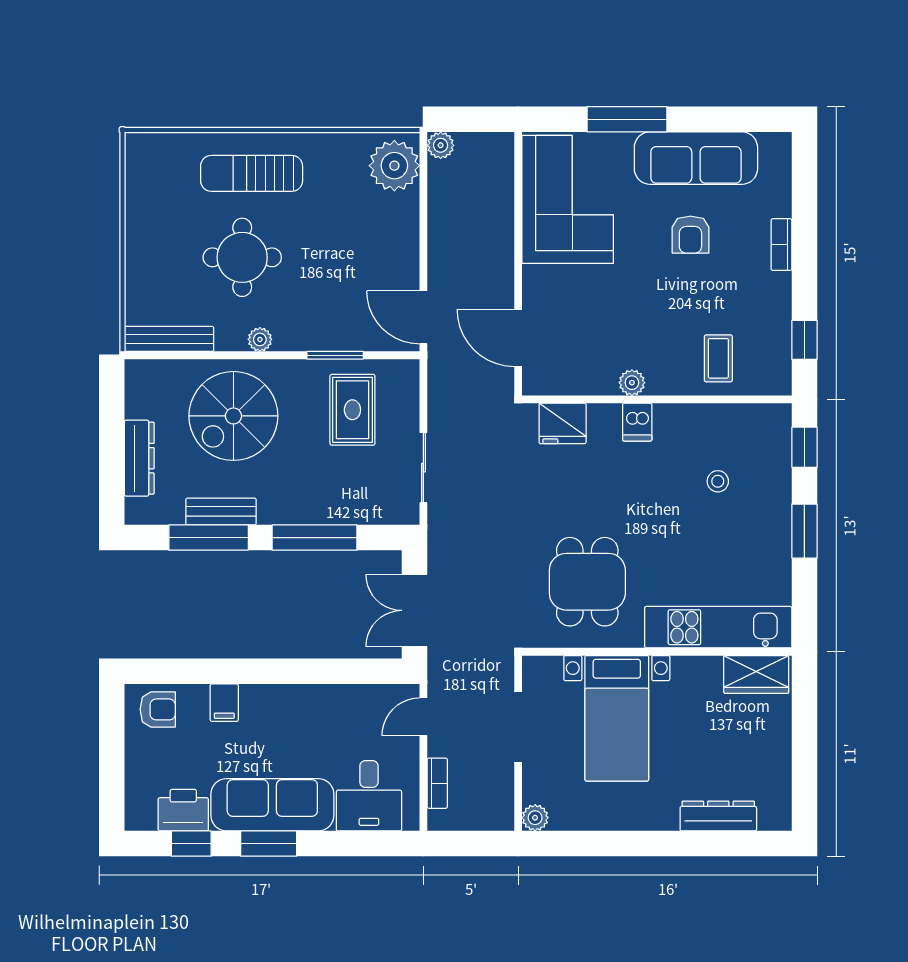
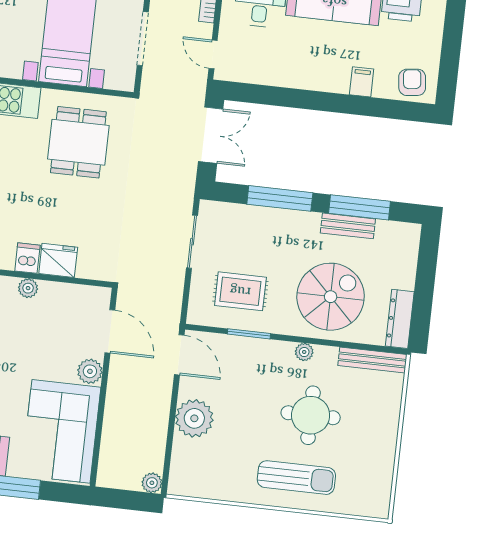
plant: (394, 166) -> (194, 418), moved
plant: (538, 283) -> (90, 371), added
rug: (352, 410) -> (240, 291), turned 90
fridge: (563, 423) -> (58, 260), moved
dresser: (139, 458) -> (400, 319), moved
armchair: (158, 709) -> (412, 82), turned 83
door: (423, 717) -> (213, 54), swing flipped

